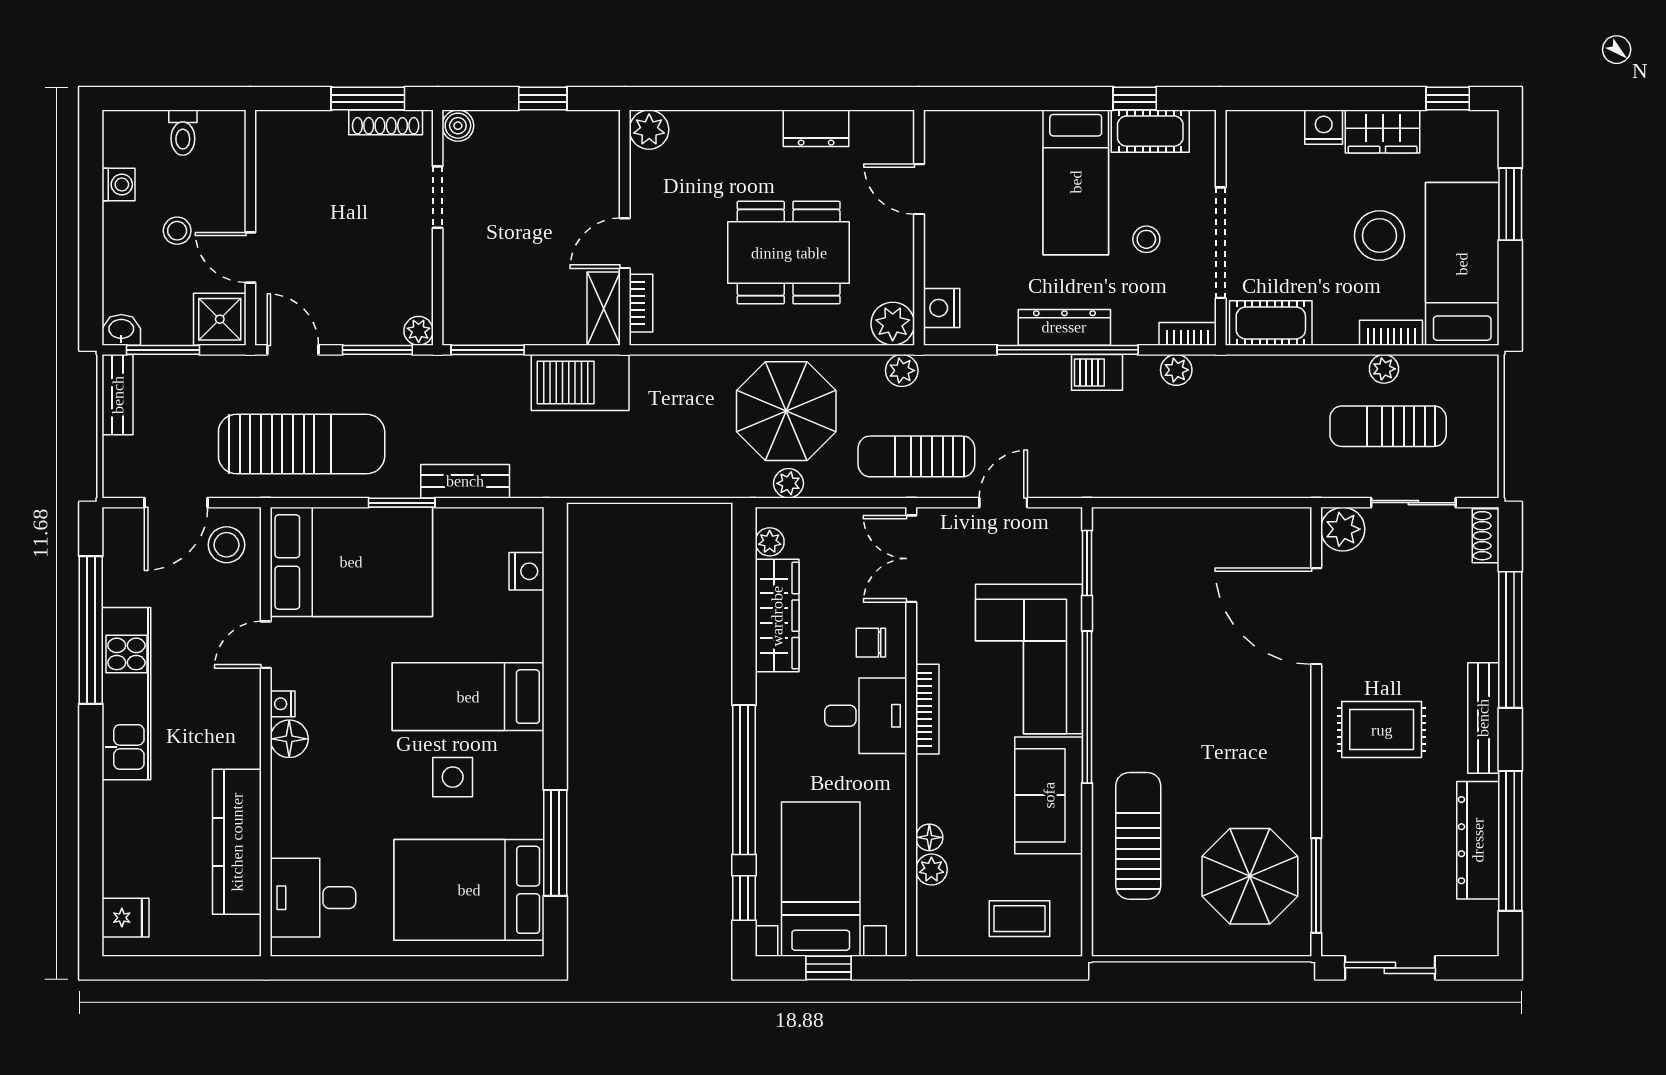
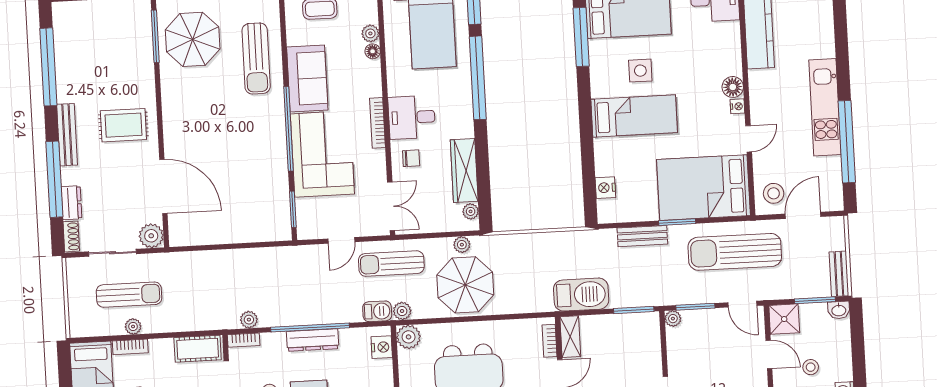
barbecue: (1097, 372) -> (377, 311), moved
sun lounger: (916, 456) -> (391, 264), turned 180
dresser: (1478, 840) -> (72, 203), moved, width x0.51, depth x0.80

